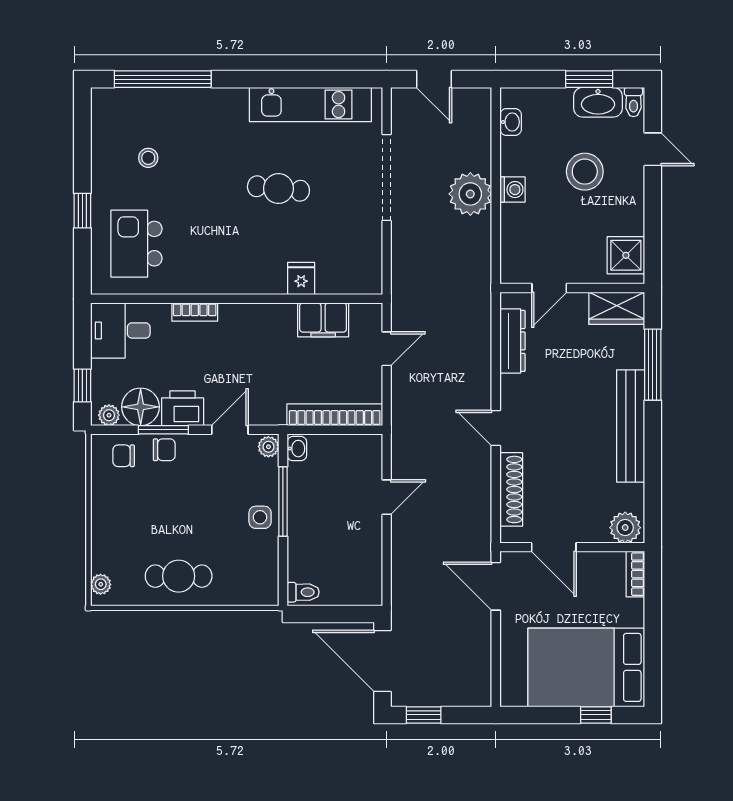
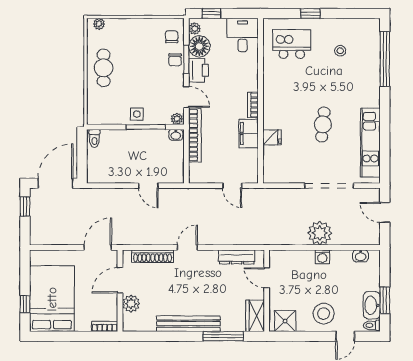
door: (434, 79) -> (385, 212), hinge flipped
stool: (585, 172) -> (324, 314), moved
bookcase: (195, 312) -> (253, 105), moved
filing cabinet: (323, 320) -> (249, 134), moved
bookcase: (335, 415) -> (195, 135), moved
plant: (625, 528) -> (131, 304), moved

